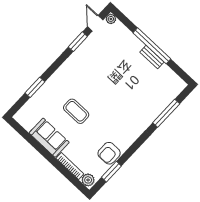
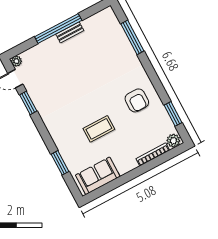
sofa: (49, 138) -> (98, 176), moved
armchair: (109, 153) -> (137, 100), moved

